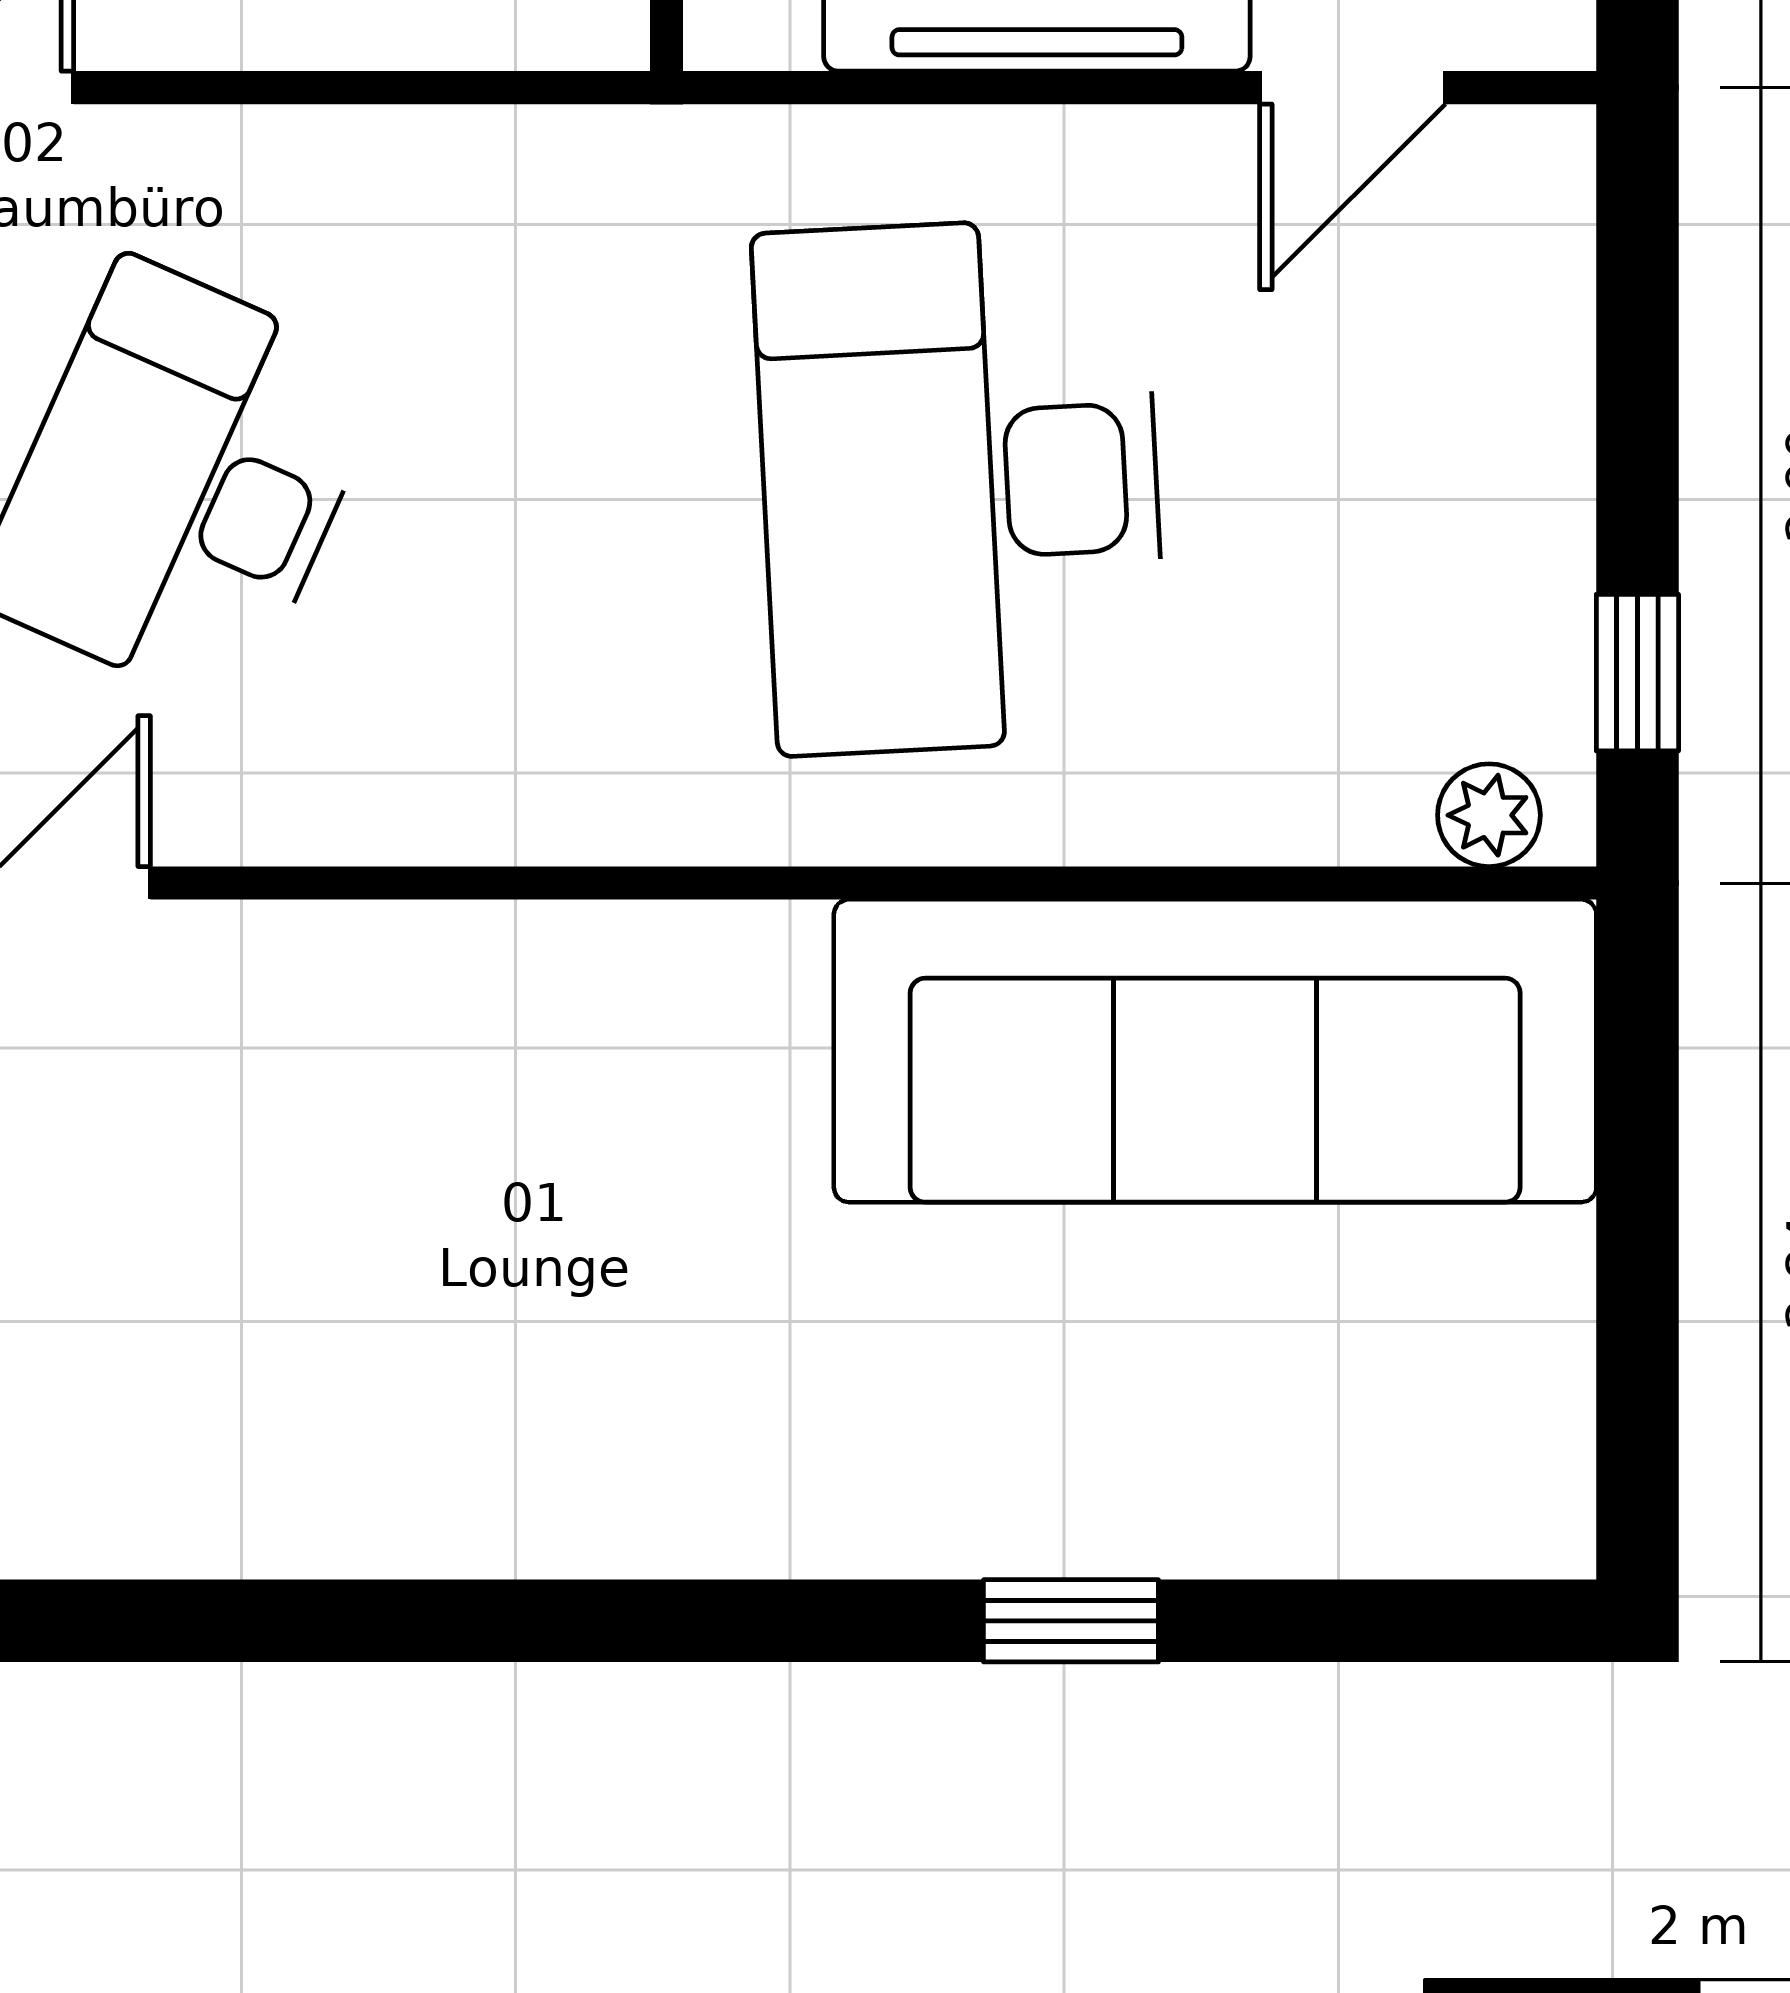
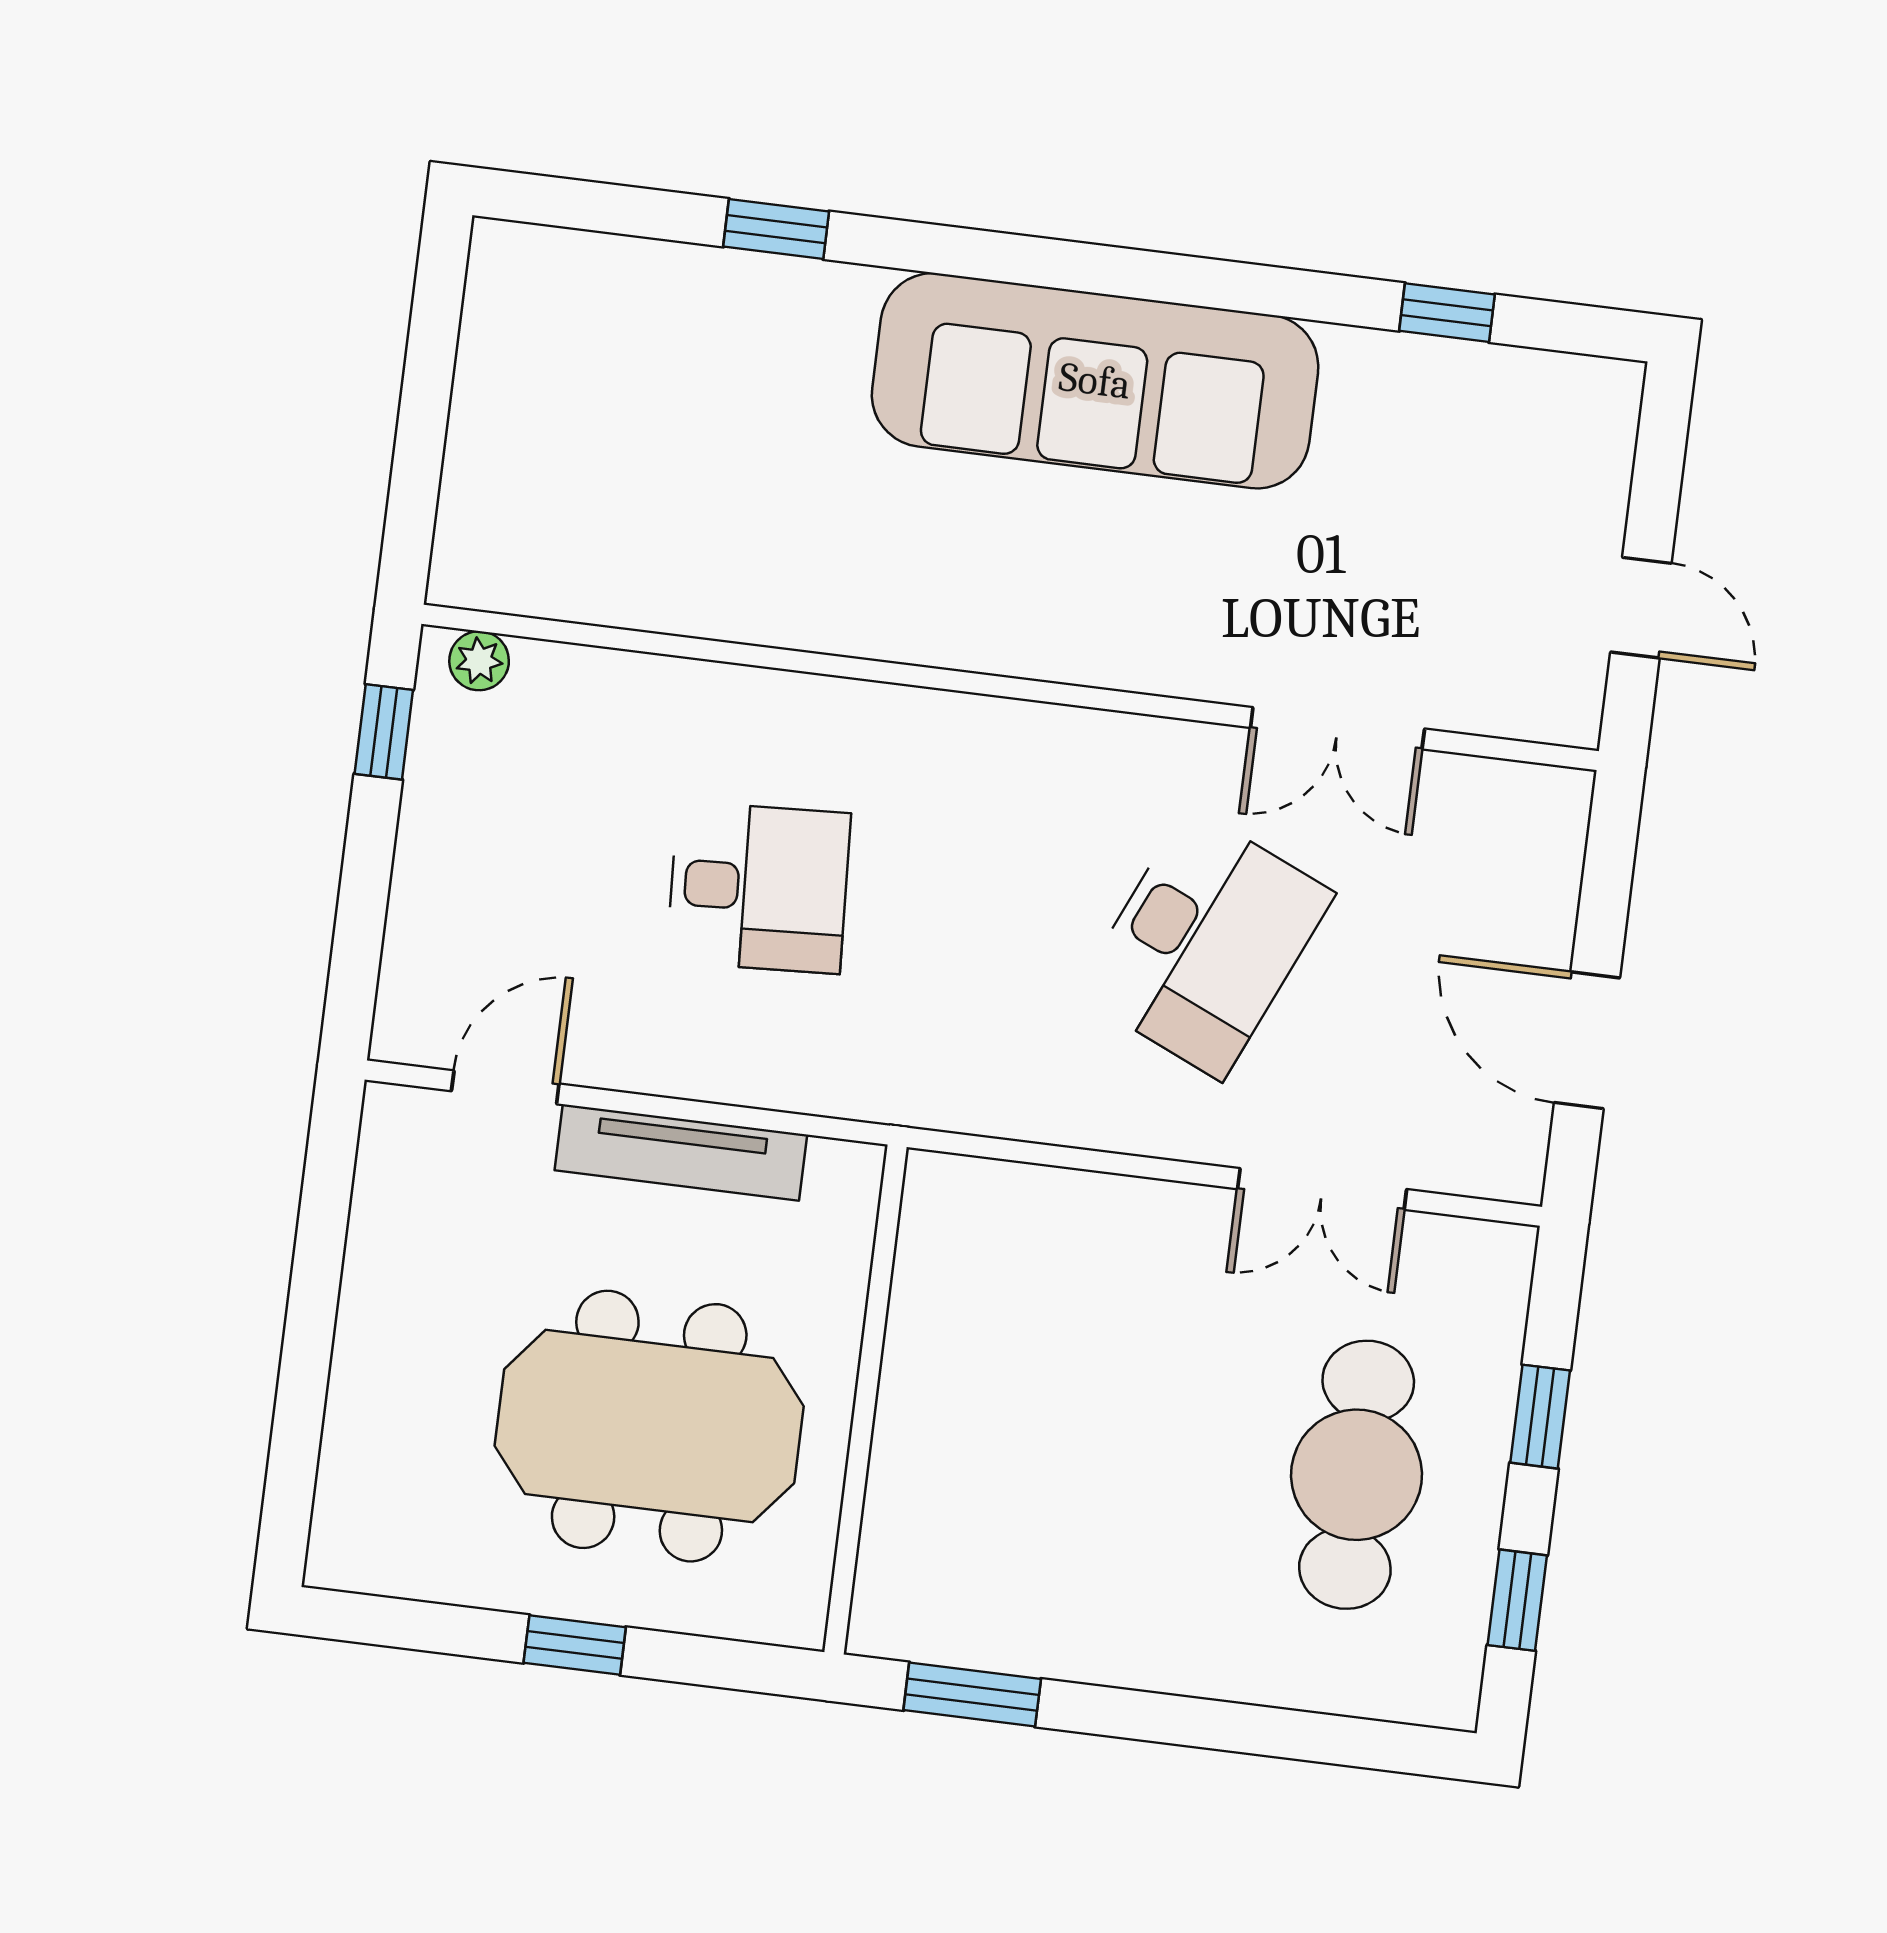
desk: (960, 485) -> (759, 888), width x0.53, depth x0.77
sofa: (1215, 1051) -> (1095, 381), moved, turned 180

